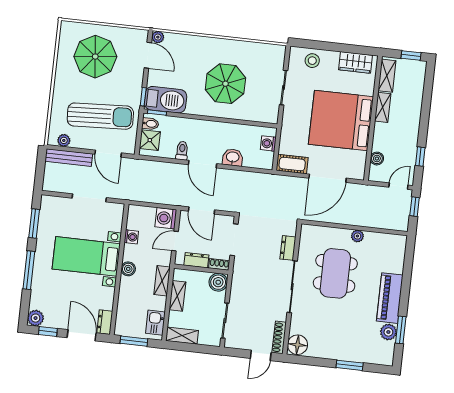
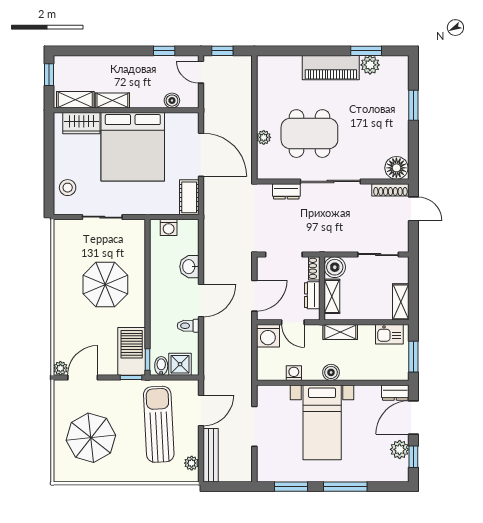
wardrobe: (356, 62) -> (81, 123), moved, turned 90
plant: (357, 236) -> (264, 137), moved
shelving: (177, 296) -> (332, 296), moved, turned 90
plant: (36, 318) -> (400, 449), moved

